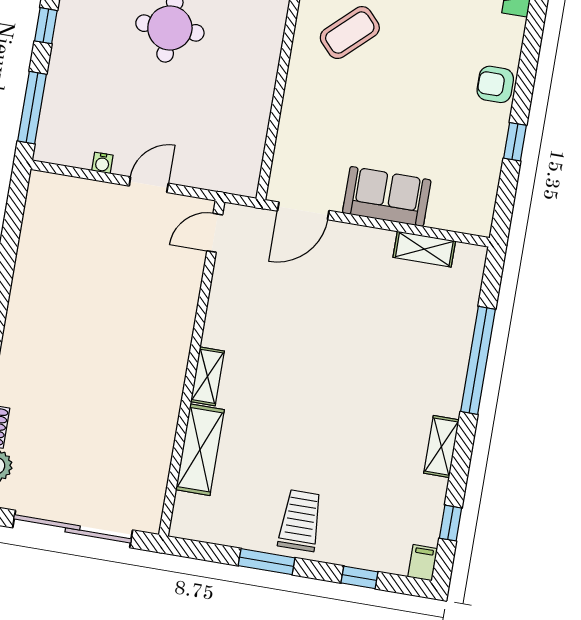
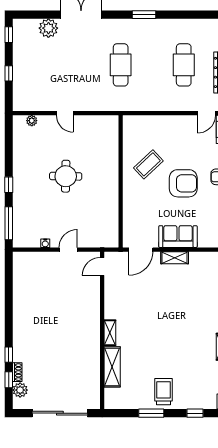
armchair: (417, 85) -> (183, 183), added
shelving: (424, 249) -> (175, 258), moved

